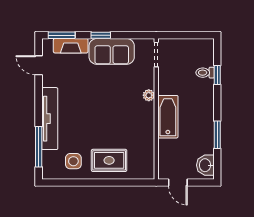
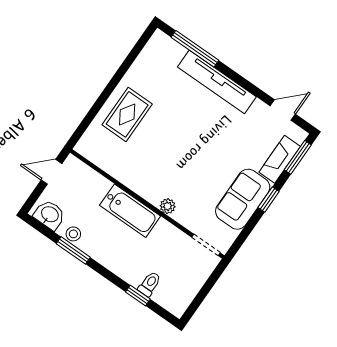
stool: (207, 142) -> (73, 234), added
side table: (73, 161) -> (153, 75), removed

